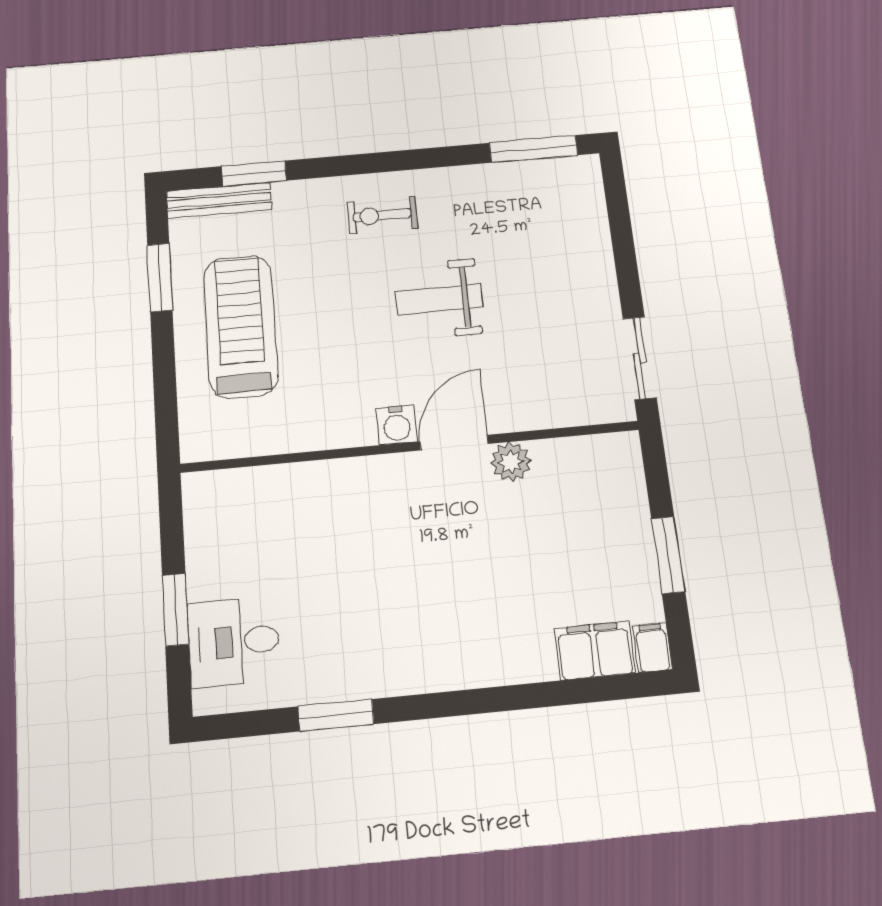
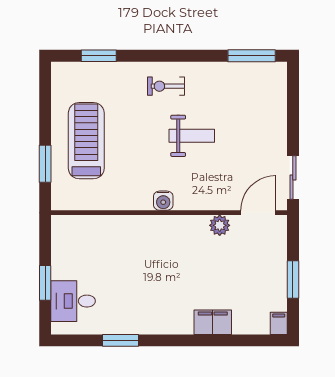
bench: (219, 200) -> (79, 69), removed
window: (160, 278) -> (45, 164), moved
weight bench: (439, 299) -> (192, 136), turned 180
door: (454, 443) -> (258, 213), moved
filing cabinet: (595, 651) -> (213, 322), moved

